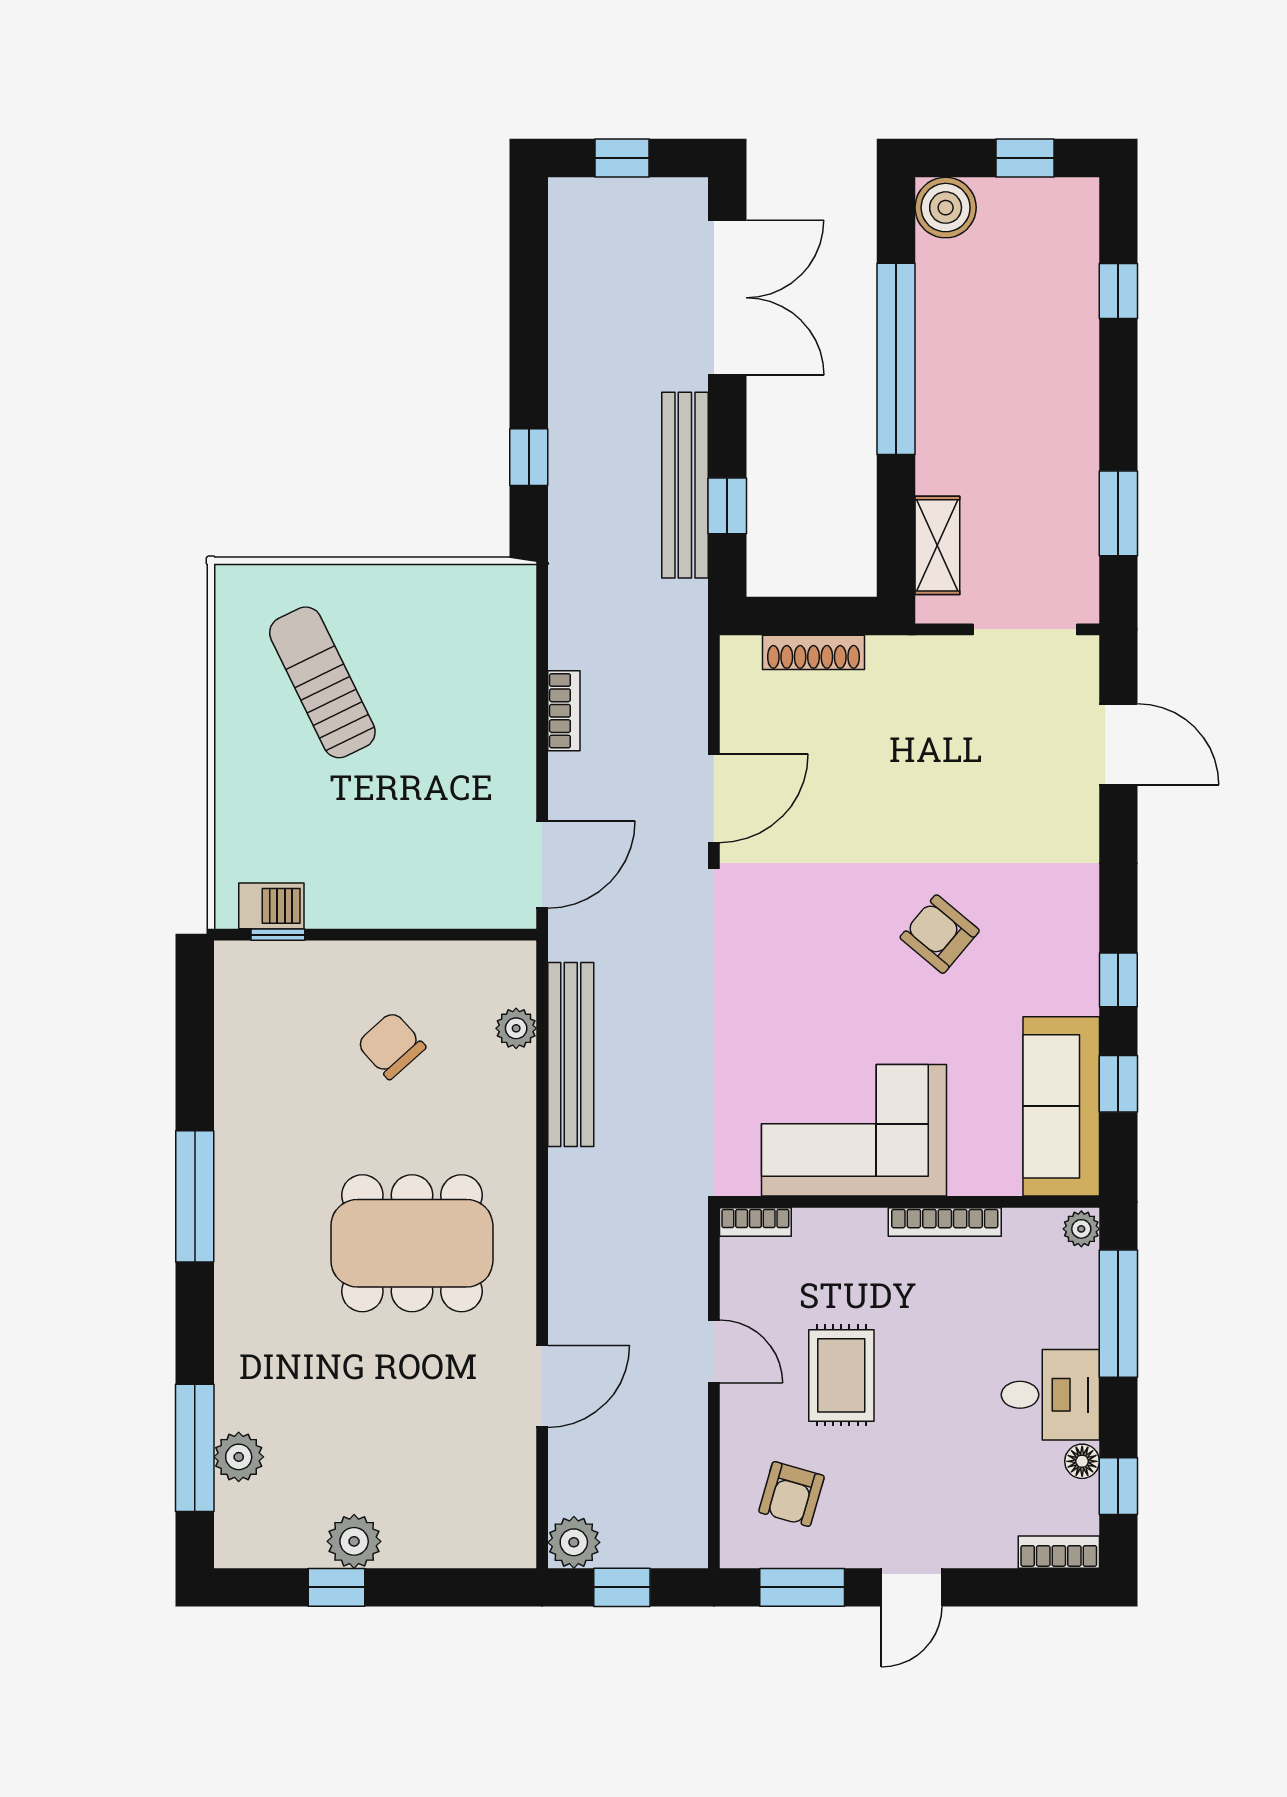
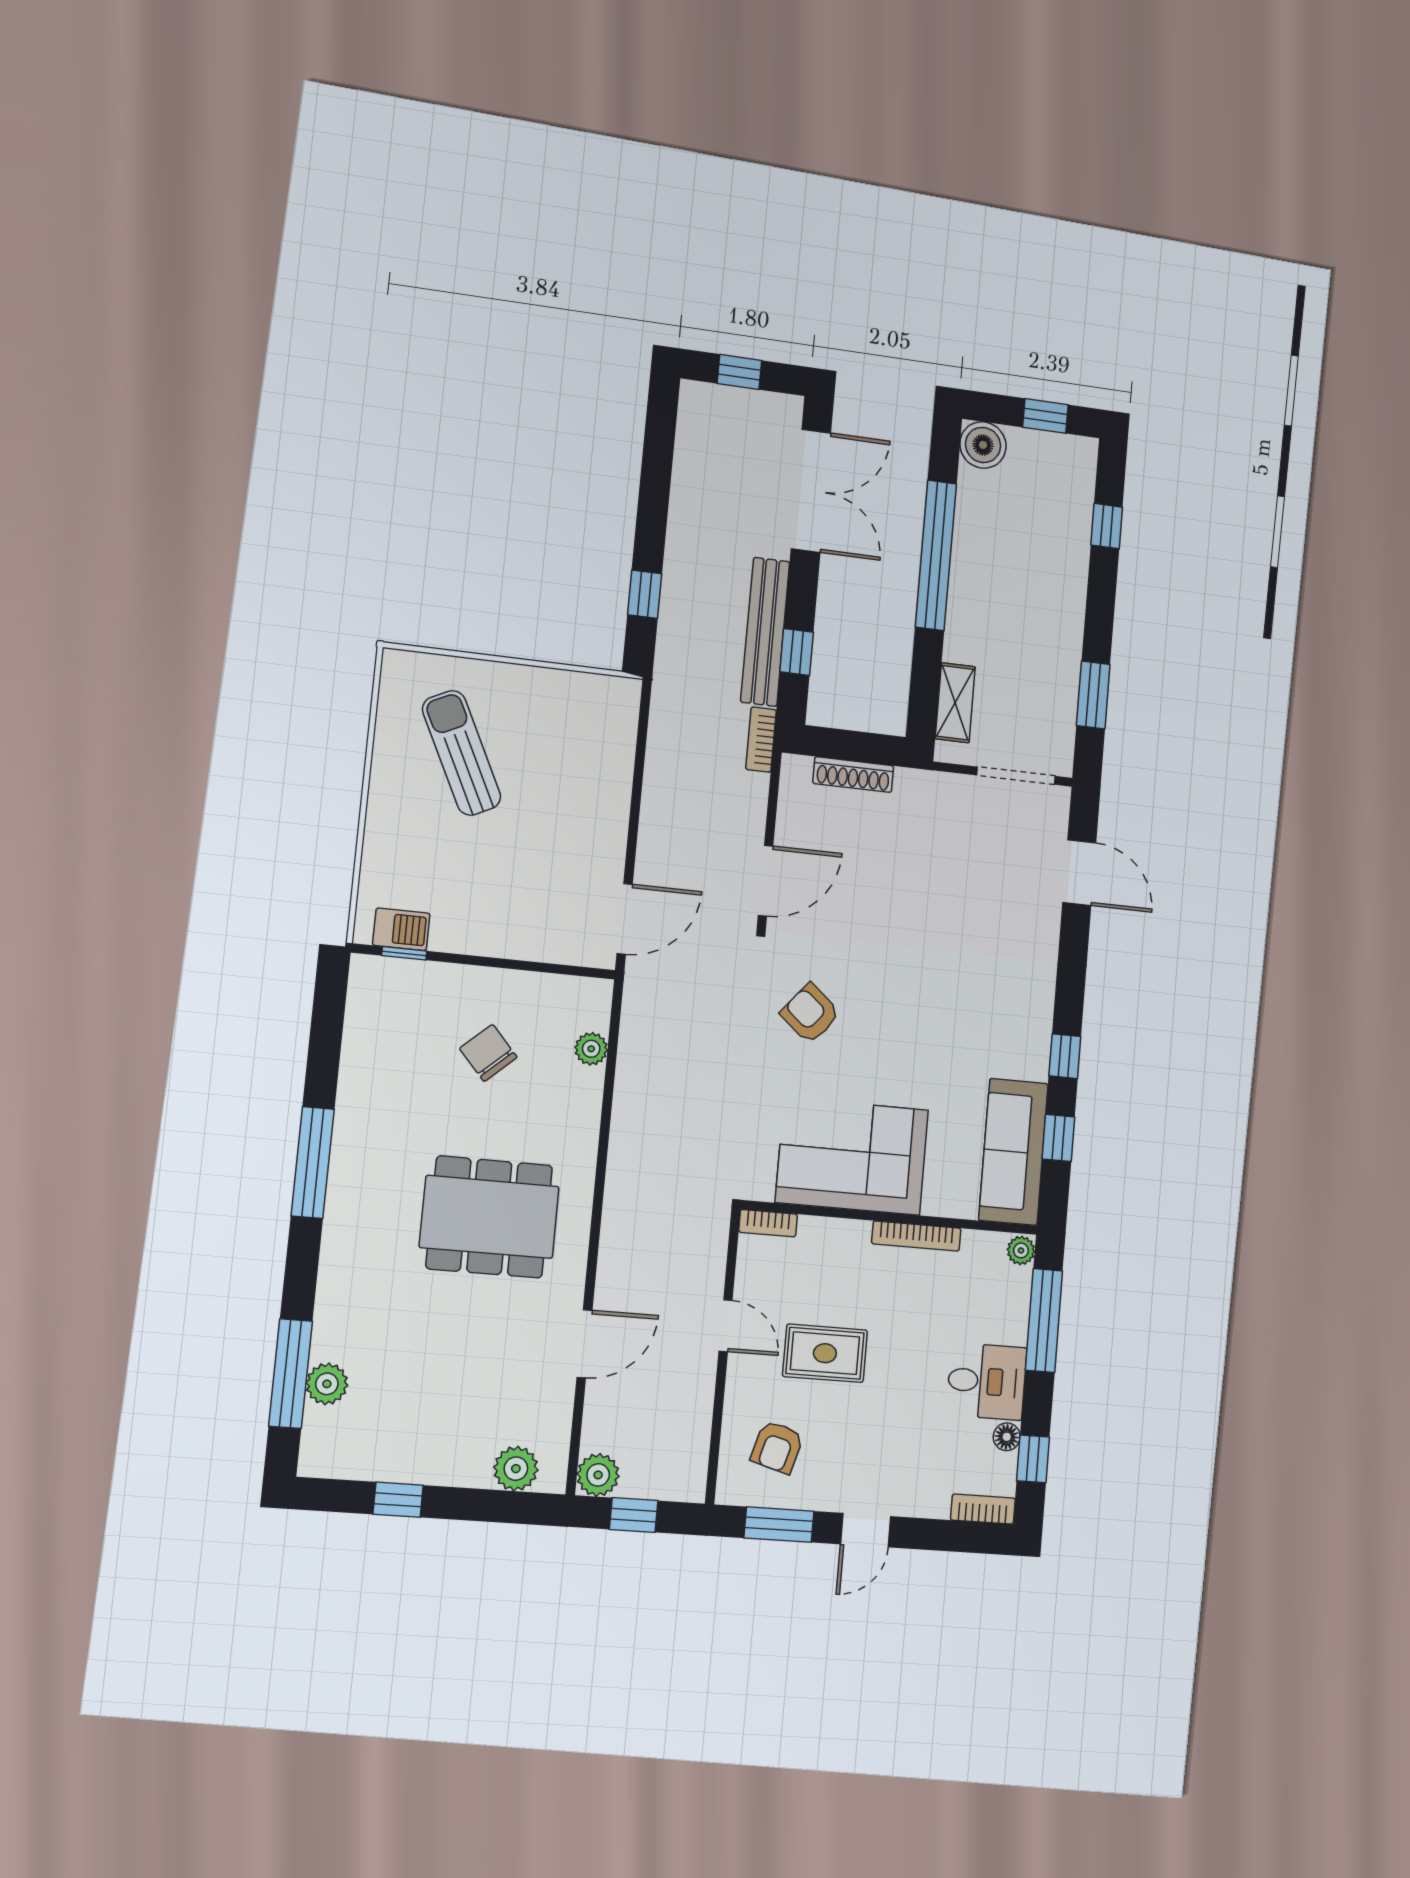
bookcase: (564, 711) -> (761, 740), moved, turned 180
armchair: (940, 934) -> (810, 1014), moved
bench: (571, 1054) -> (633, 1074), removed
rug: (841, 1375) -> (825, 1353), turned 90
plant: (354, 1541) -> (516, 1469), moved

